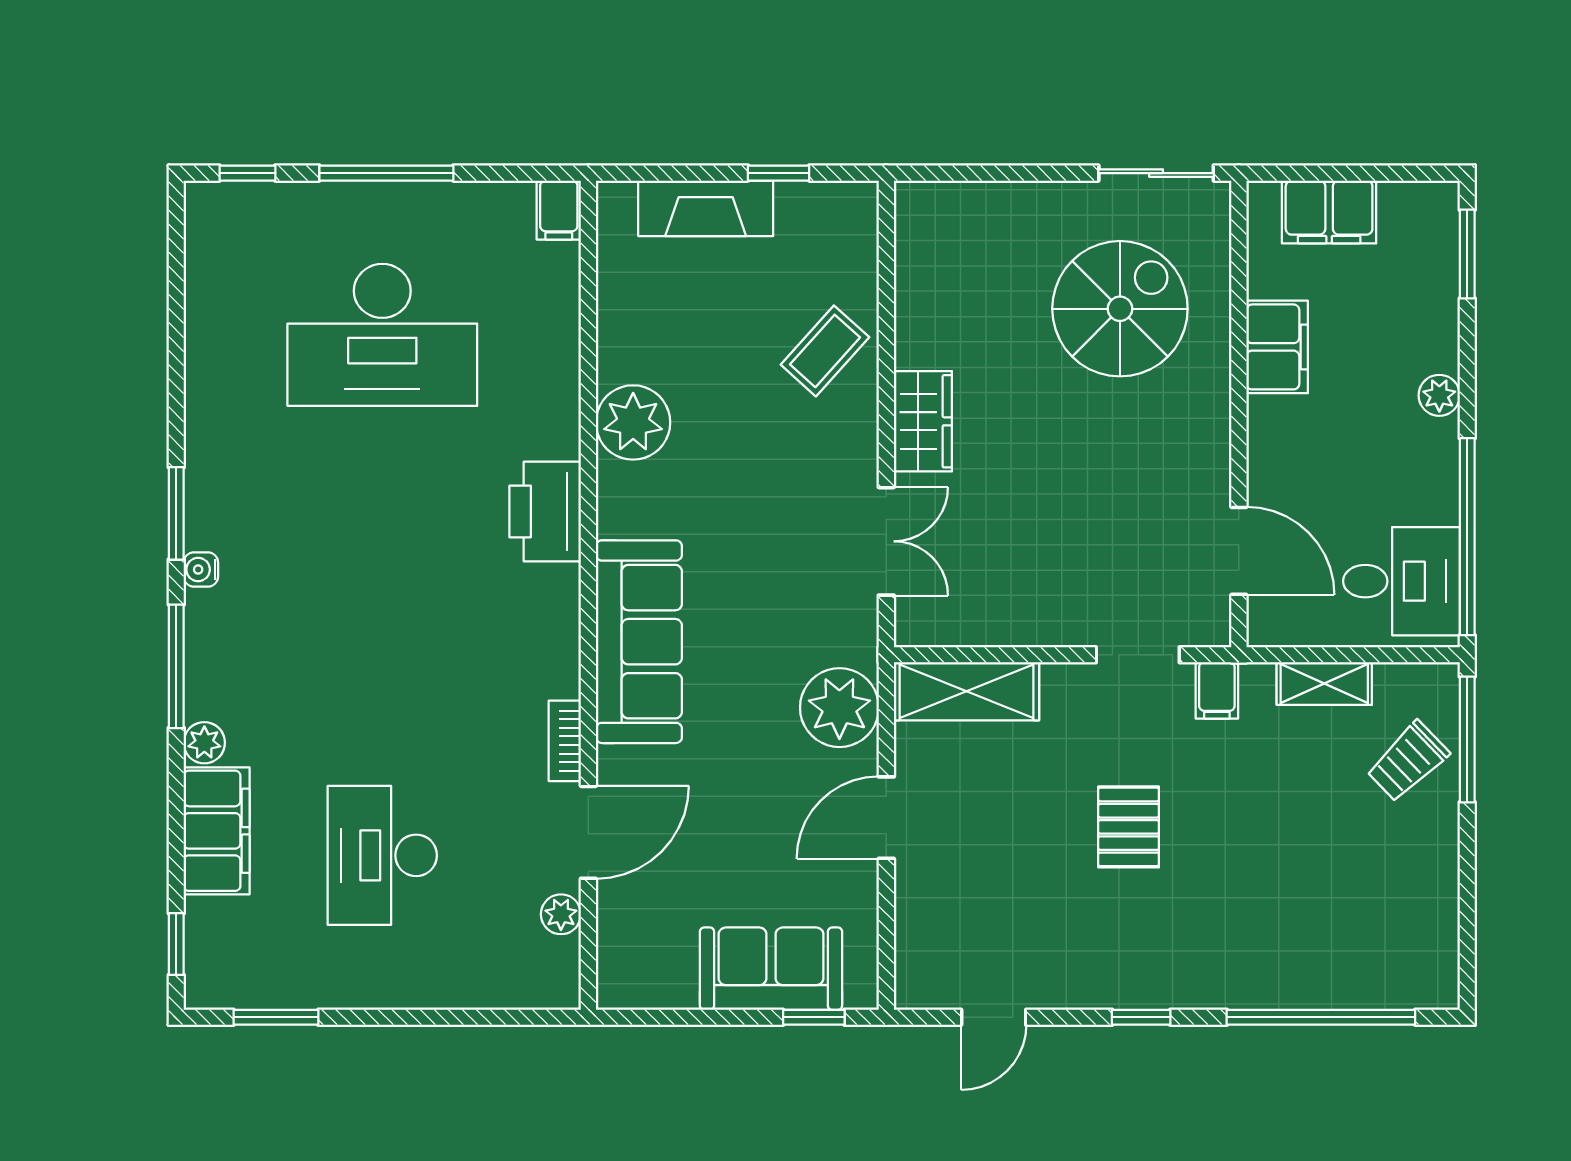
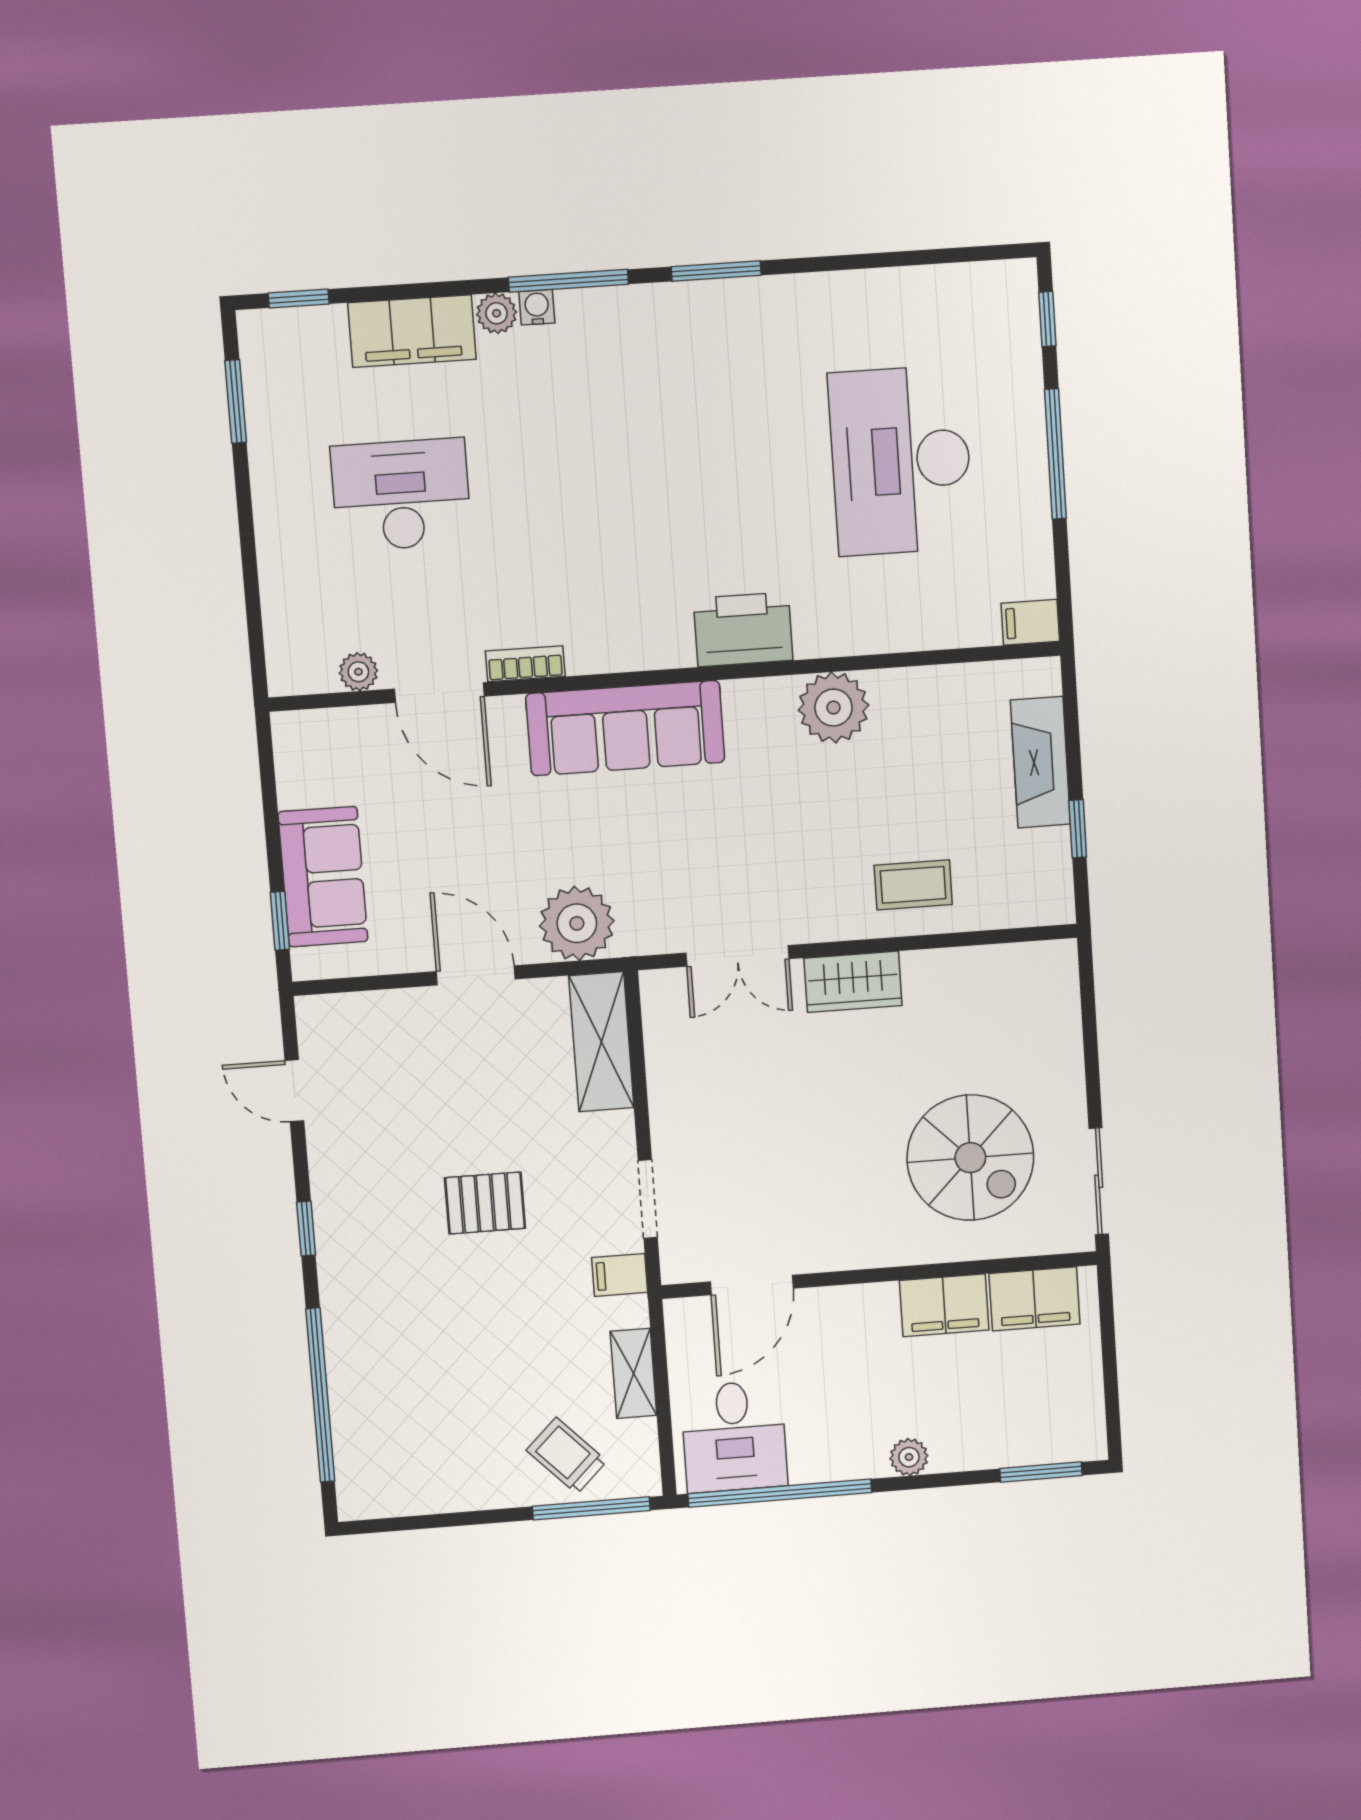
filing cabinet: (1329, 212) -> (1034, 1299), moved, turned -90
coffee table: (825, 351) -> (913, 885), turned -42
water cooler: (201, 570) -> (537, 307), moved

